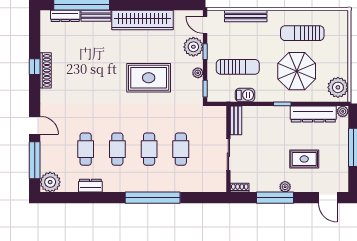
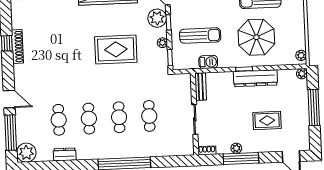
plant: (338, 87) -> (301, 55), width x0.53, depth x0.53
dresser: (313, 114) -> (255, 78), moved
plant: (285, 187) -> (236, 148), moved

